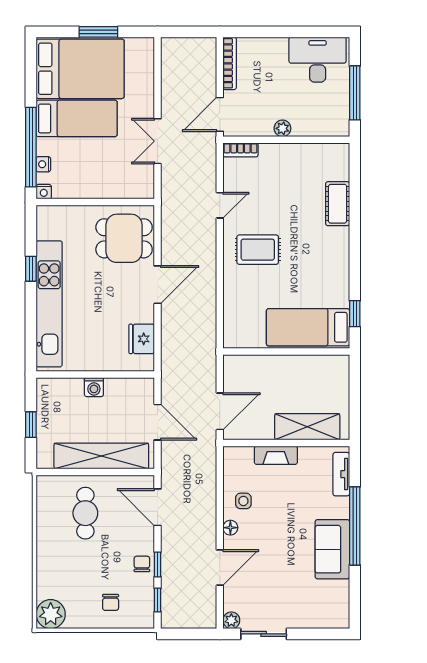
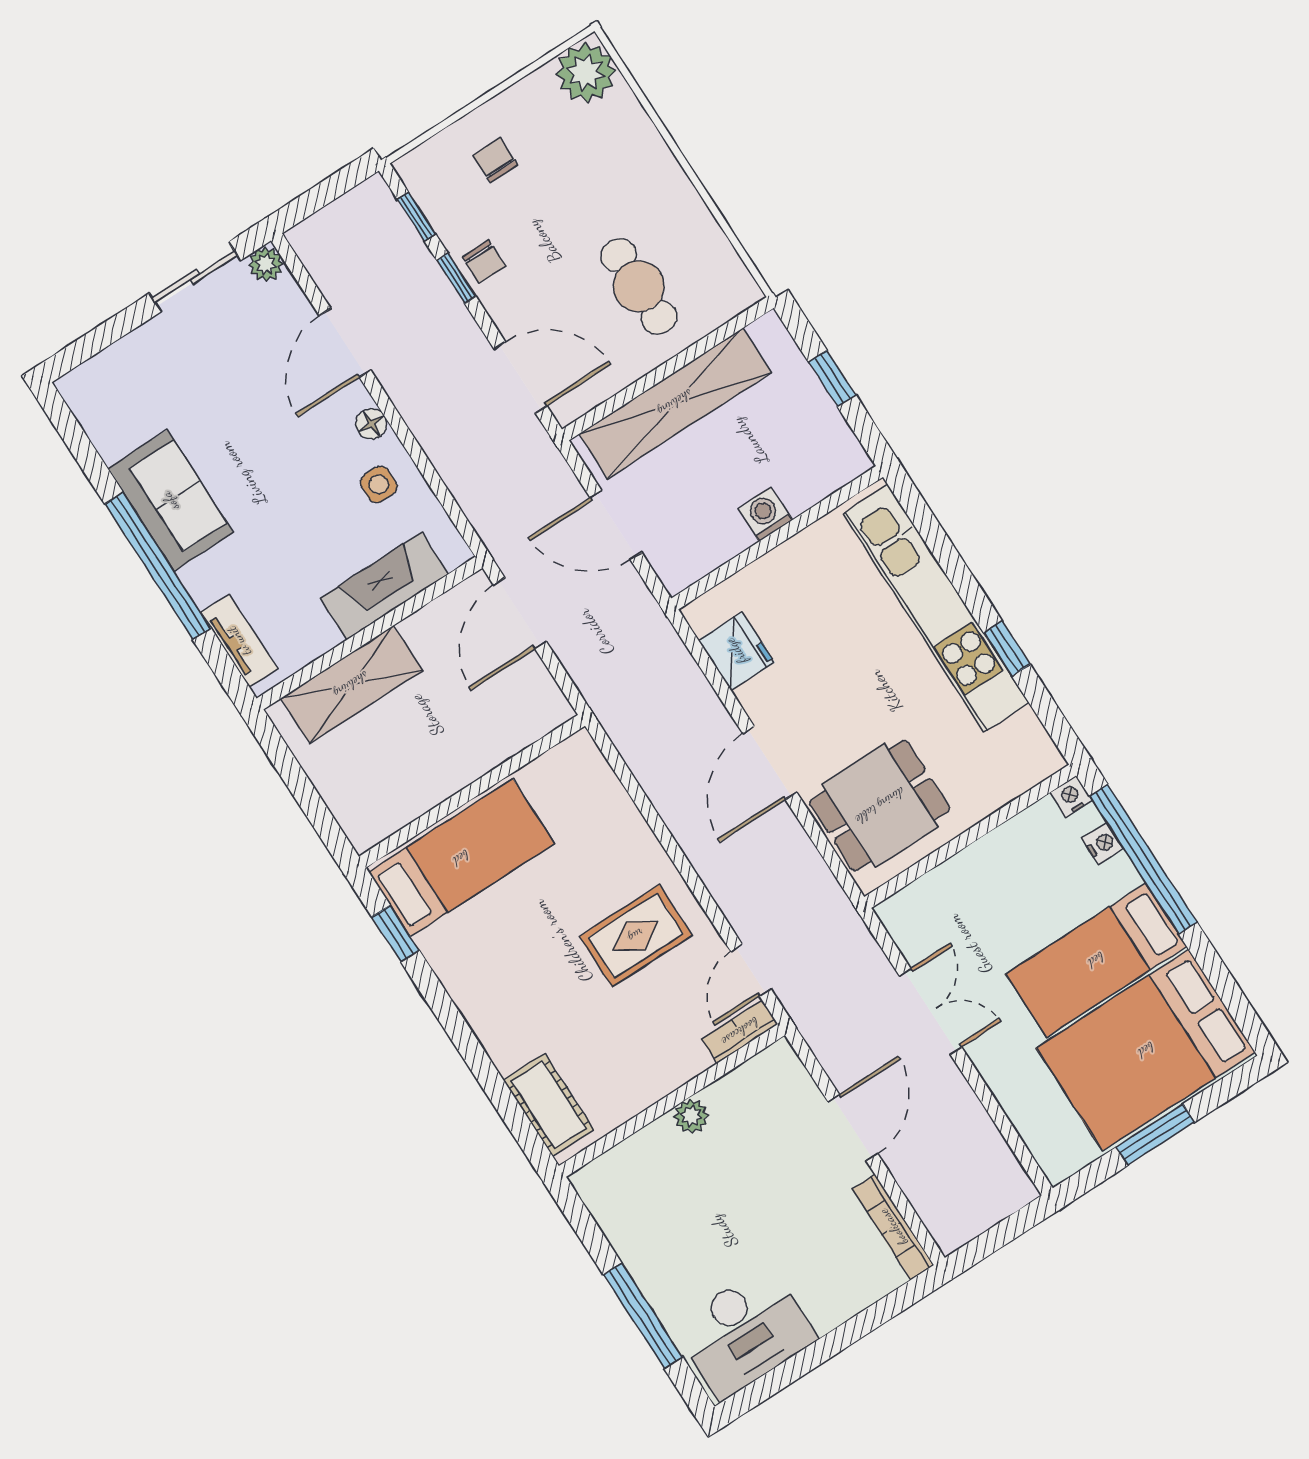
plant: (282, 128) -> (691, 1116), moved
wall: (286, 140) -> (672, 1101), moved
bookcase: (241, 150) -> (740, 1032), moved
fireplace: (276, 455) -> (384, 586), width x1.37, depth x1.32

